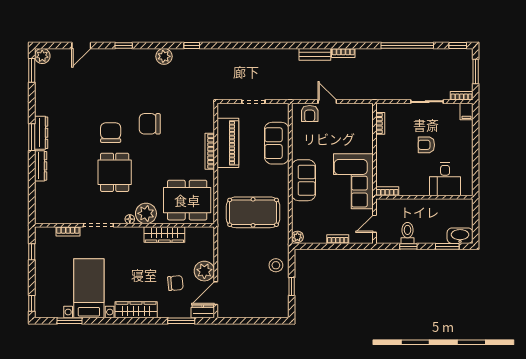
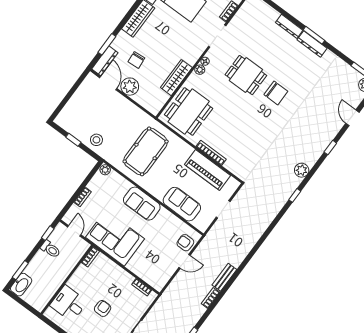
chair: (150, 124) -> (262, 125), removed
plant: (146, 213) -> (200, 70), width x0.53, depth x0.53
window: (408, 246) -> (48, 233), moved
dresser: (203, 311) -> (105, 61), width x1.44

